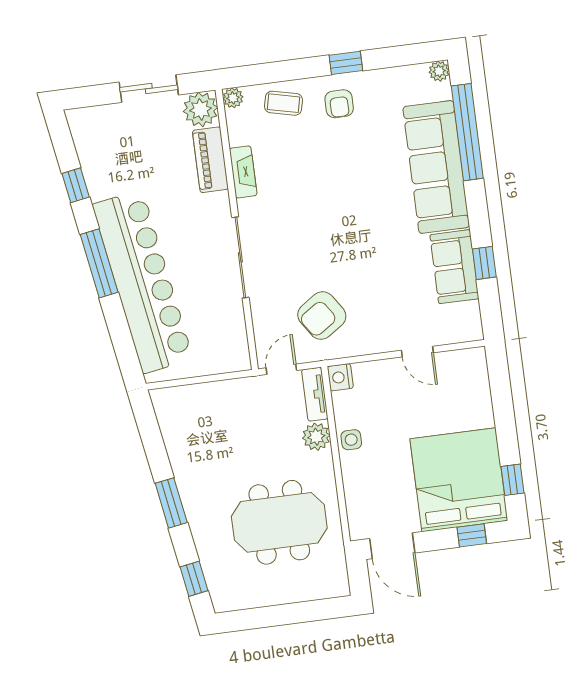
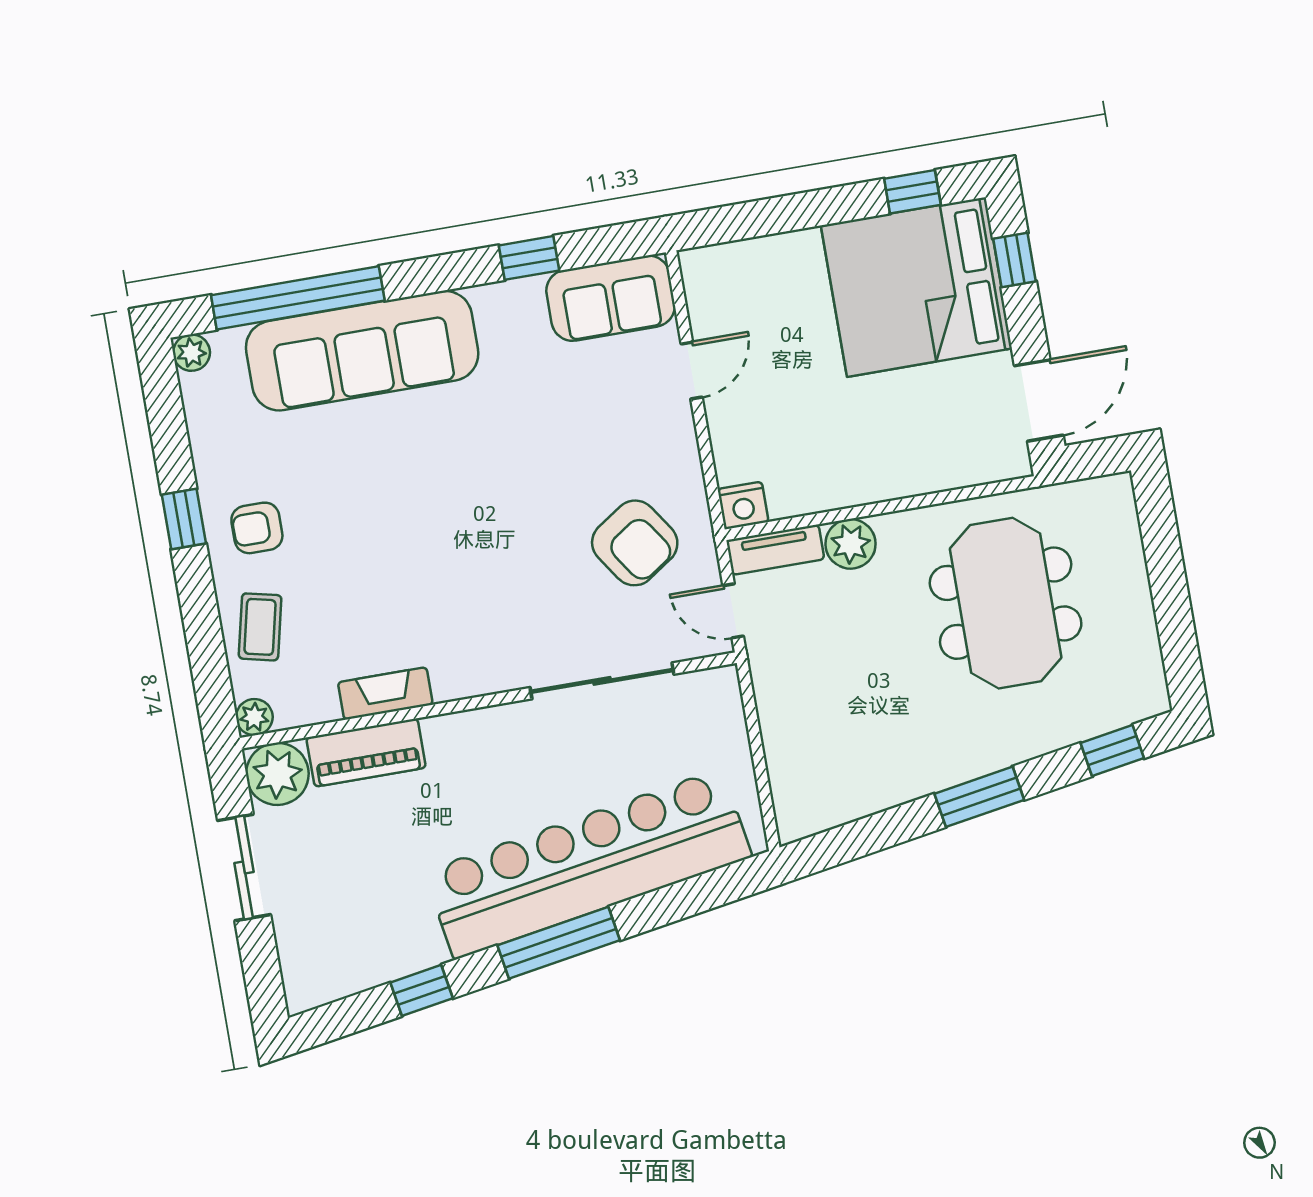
armchair: (339, 104) -> (257, 528), turned 180
sliding door: (240, 257) -> (602, 681), moved
sofa: (454, 267) -> (611, 298), moved
side table: (351, 440) -> (853, 481), removed

